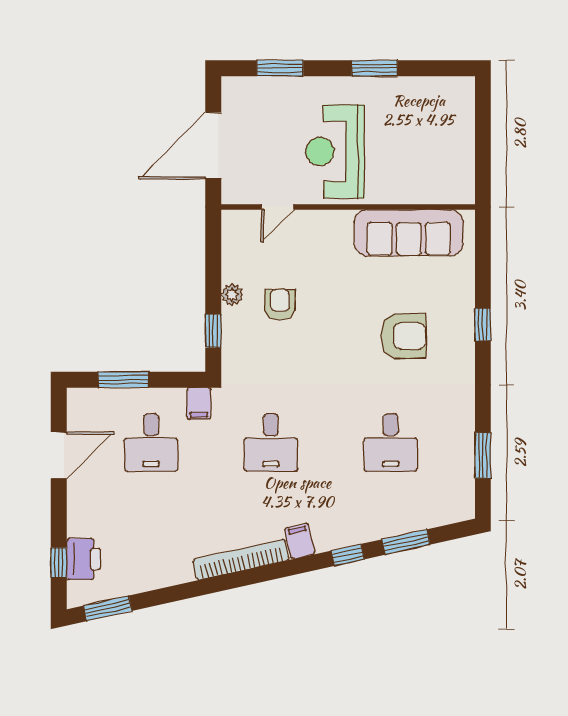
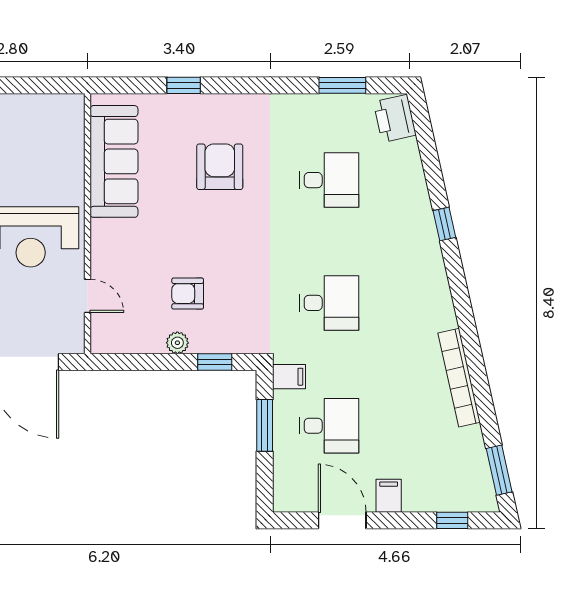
window: (483, 324) -> (184, 85), moved
window: (123, 380) -> (265, 425), moved
filing cabinet: (300, 541) -> (389, 496), moved, turned 103
window: (406, 542) -> (431, 164), removed
printer: (84, 559) -> (395, 118), moved, turned -103
bookcase: (241, 560) -> (459, 378), moved

